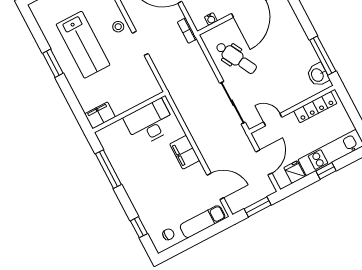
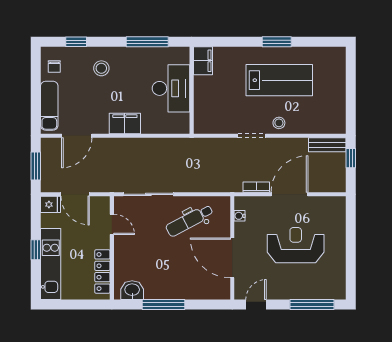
bookcase: (187, 31) -> (256, 187), moved
lab bench: (83, 45) -> (279, 80), turned 180
window: (323, 56) -> (163, 305), moved
door: (273, 120) -> (112, 224), hinge flipped
desk: (150, 123) -> (171, 88), moved
fridge: (295, 172) -> (51, 204), moved
stool: (150, 195) -> (101, 68), added

